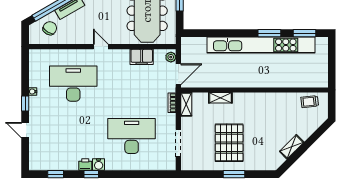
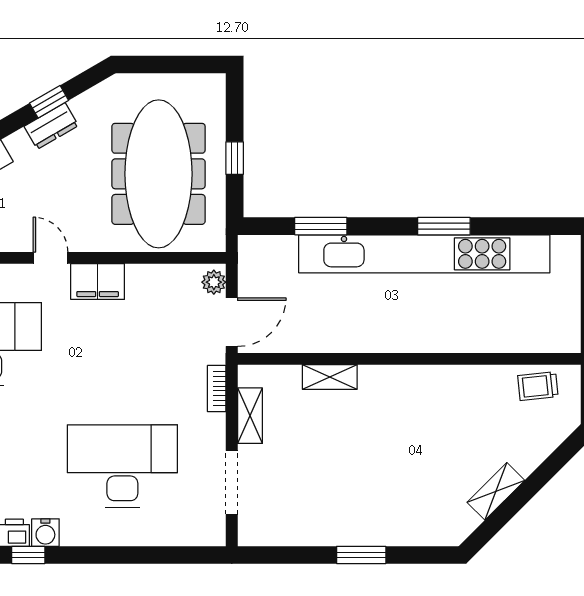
window: (304, 33) -> (321, 226), moved
filing cabinet: (142, 57) -> (98, 282), moved
shelving: (186, 104) -> (250, 416), moved
pallet: (229, 143) -> (350, 482), removed

